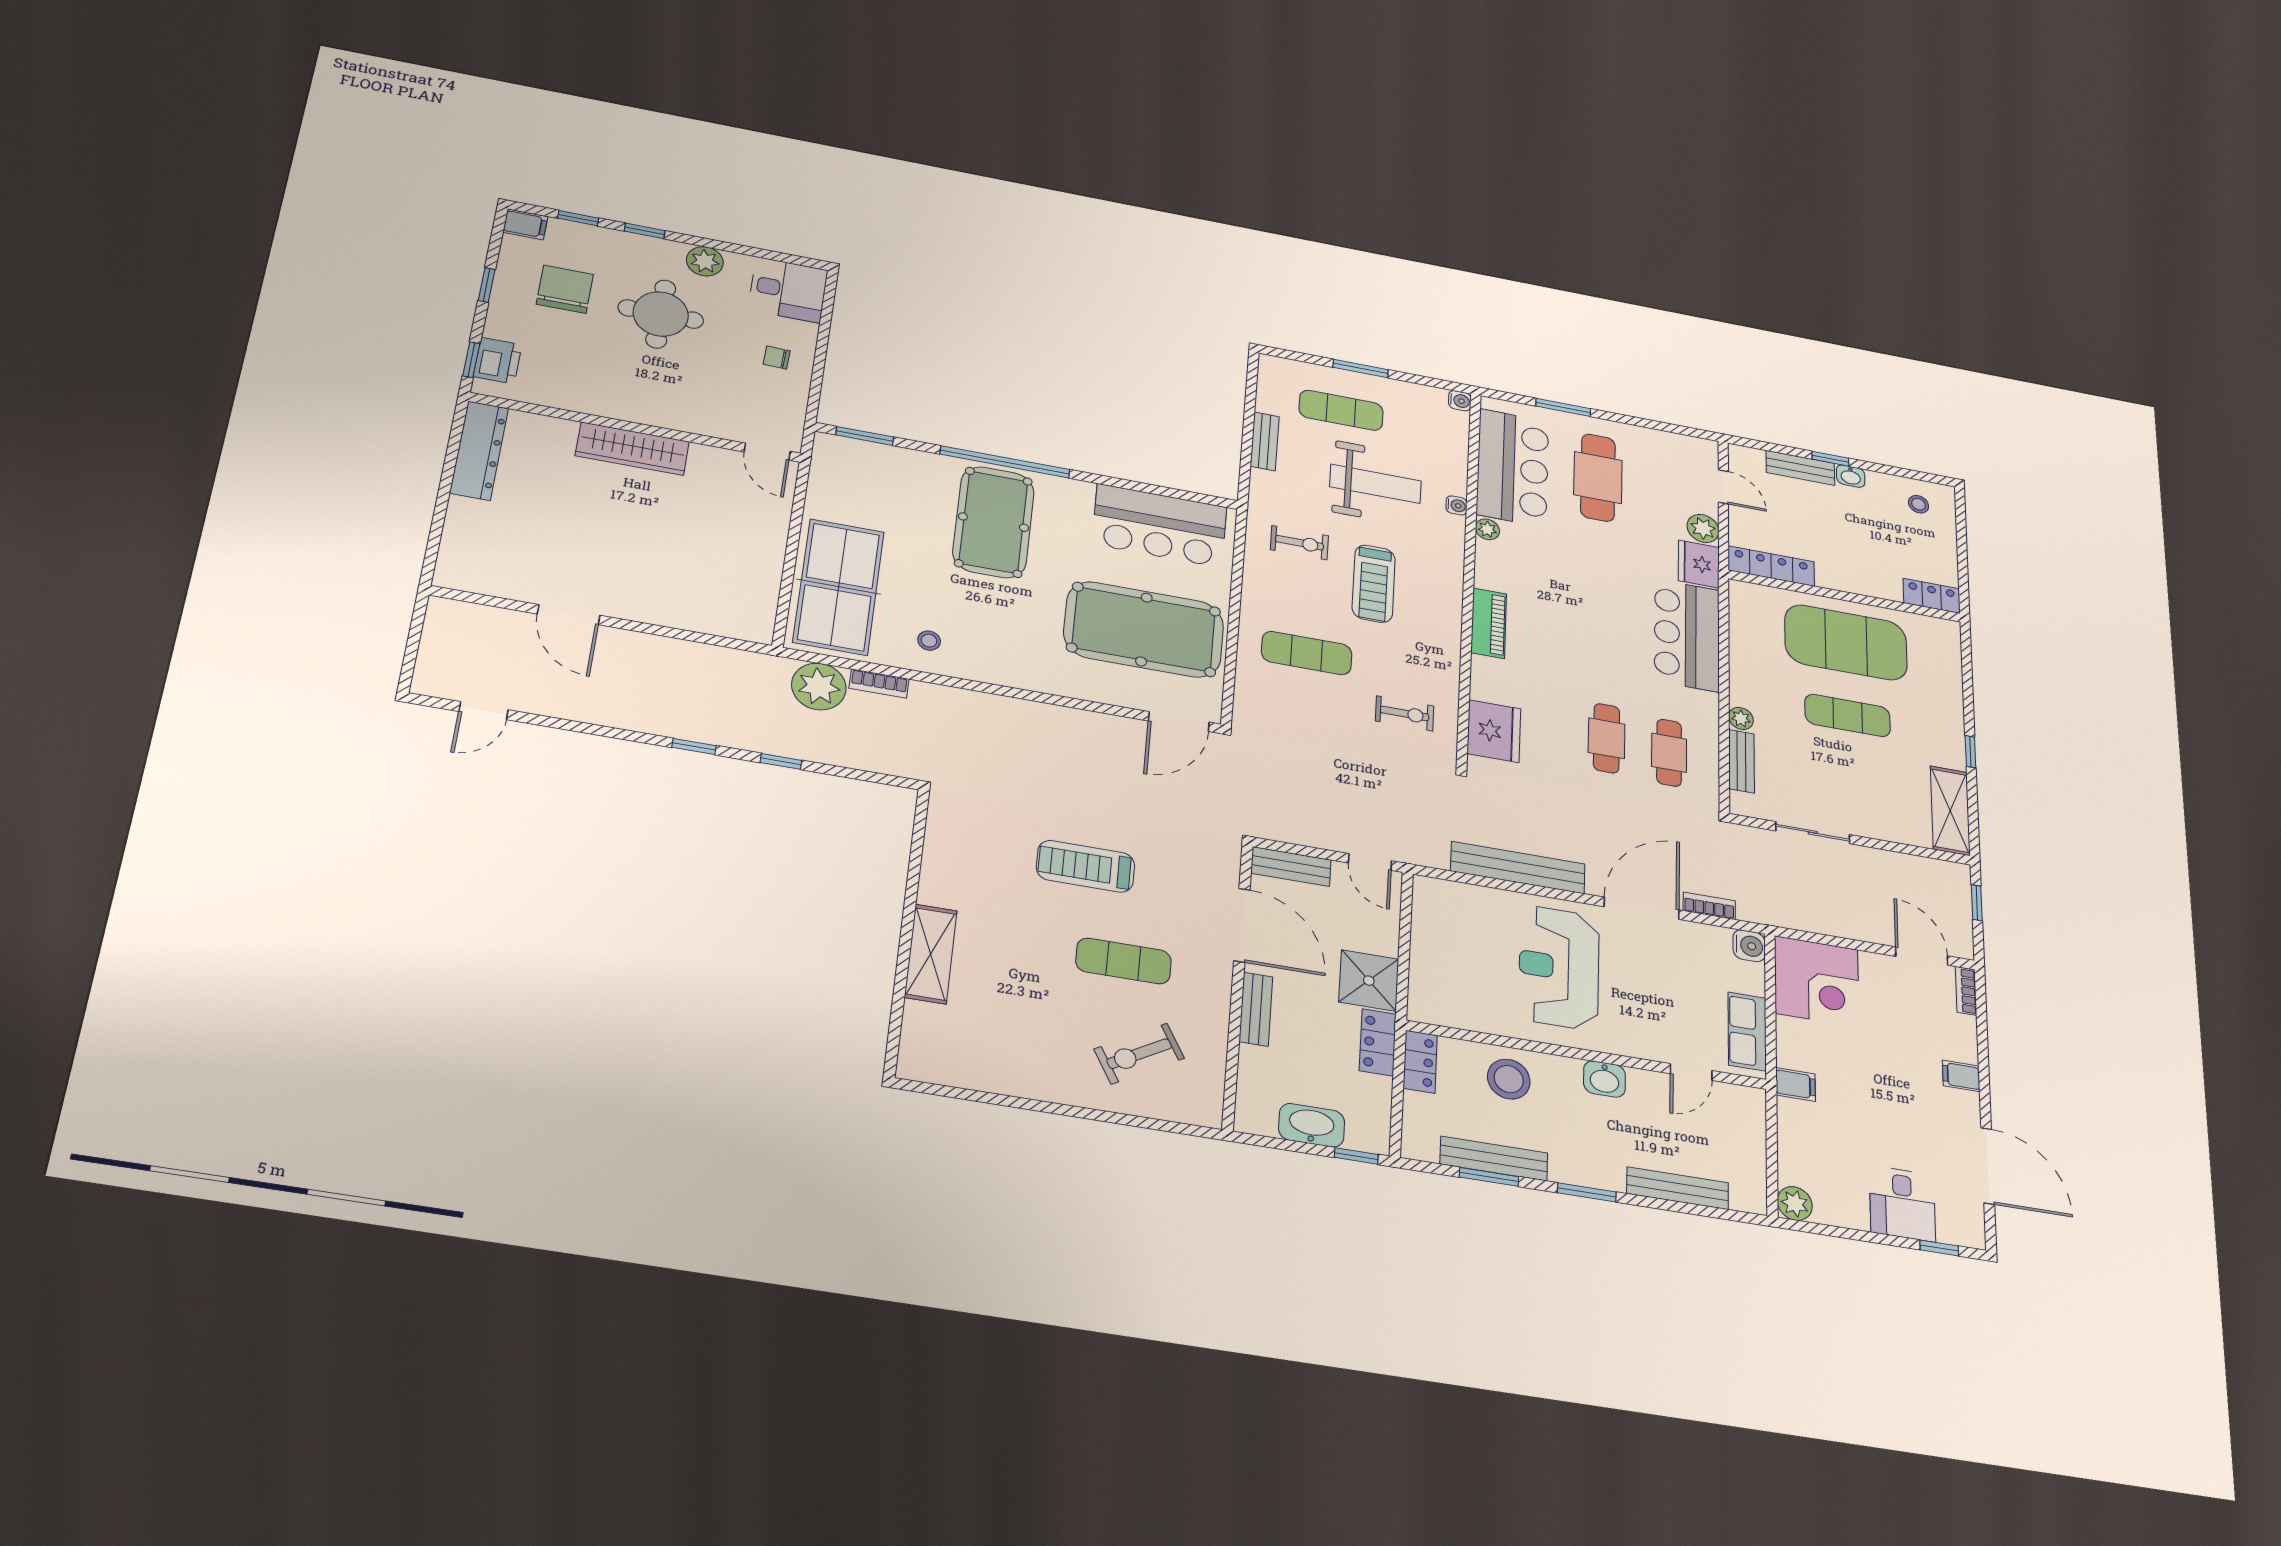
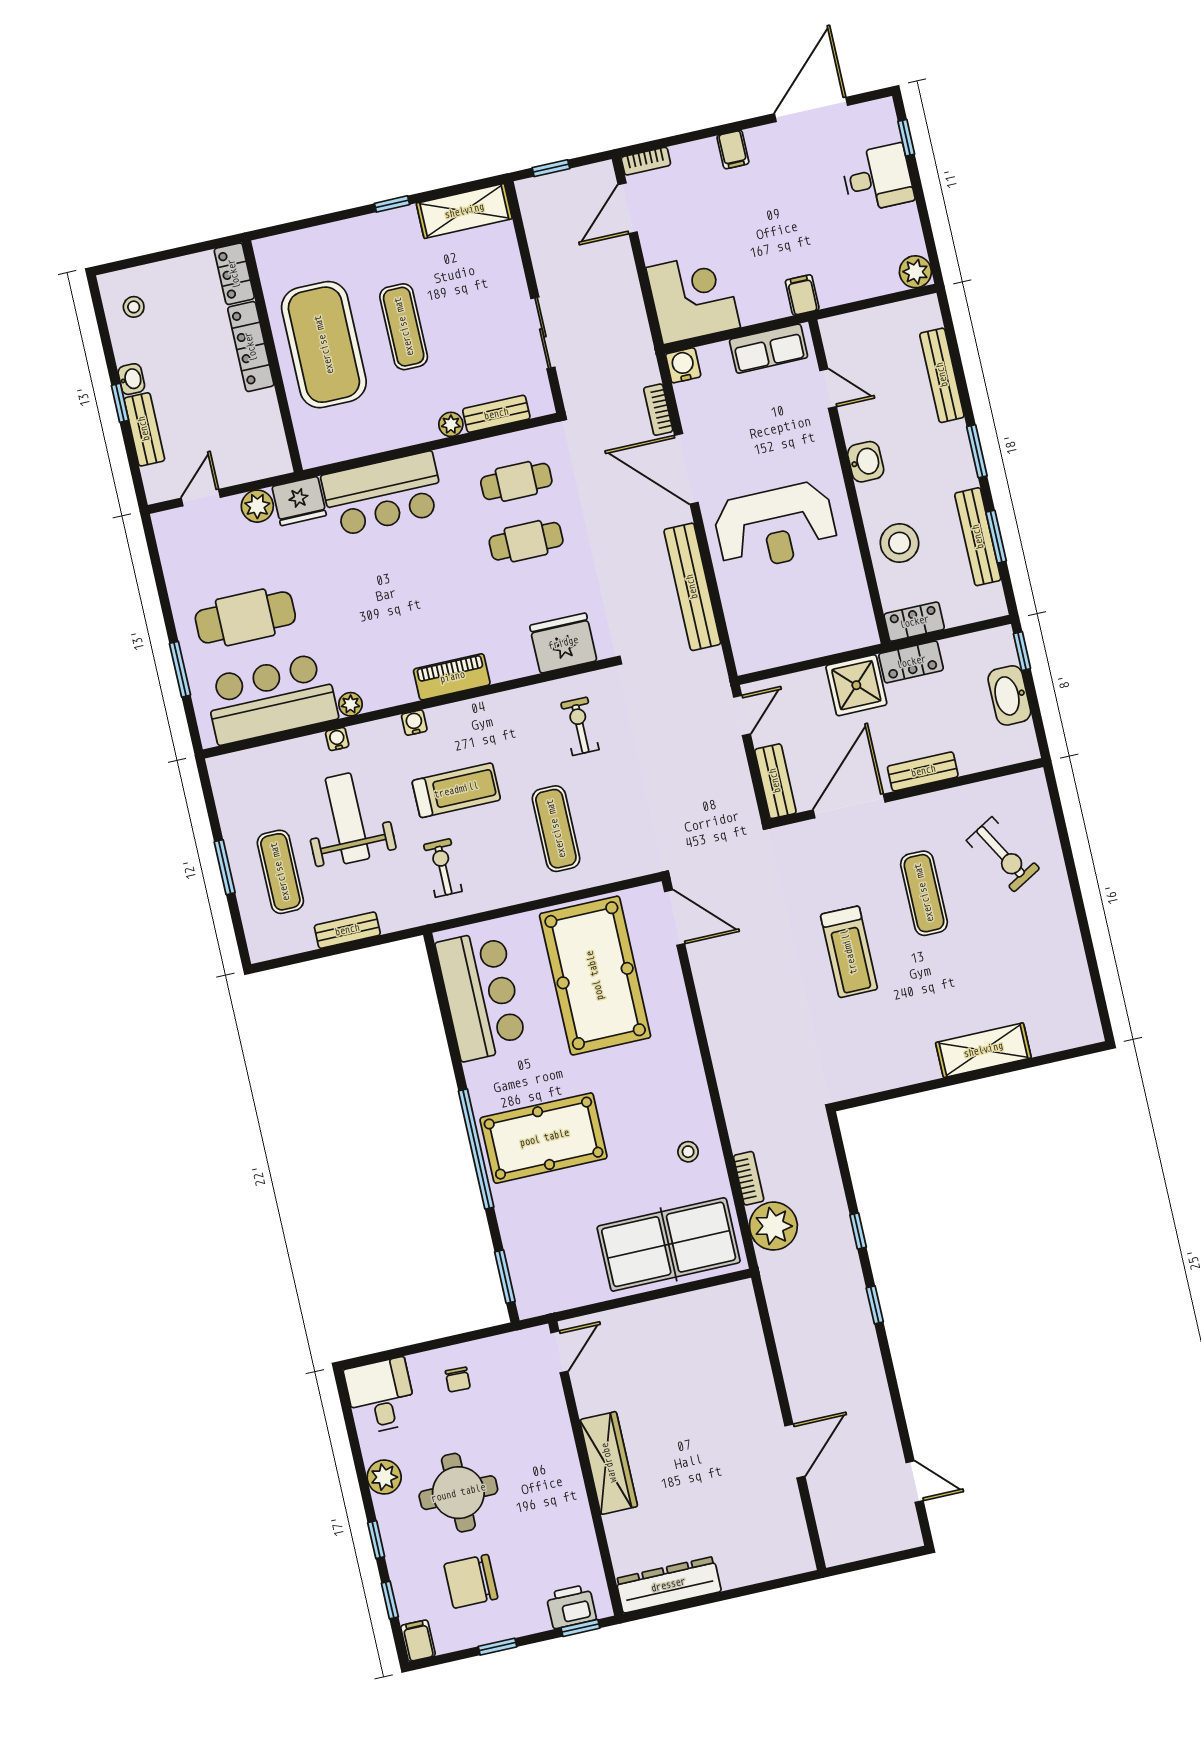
water cooler: (1460, 401) -> (414, 723), moved
locker: (1771, 566) -> (251, 347), moved

